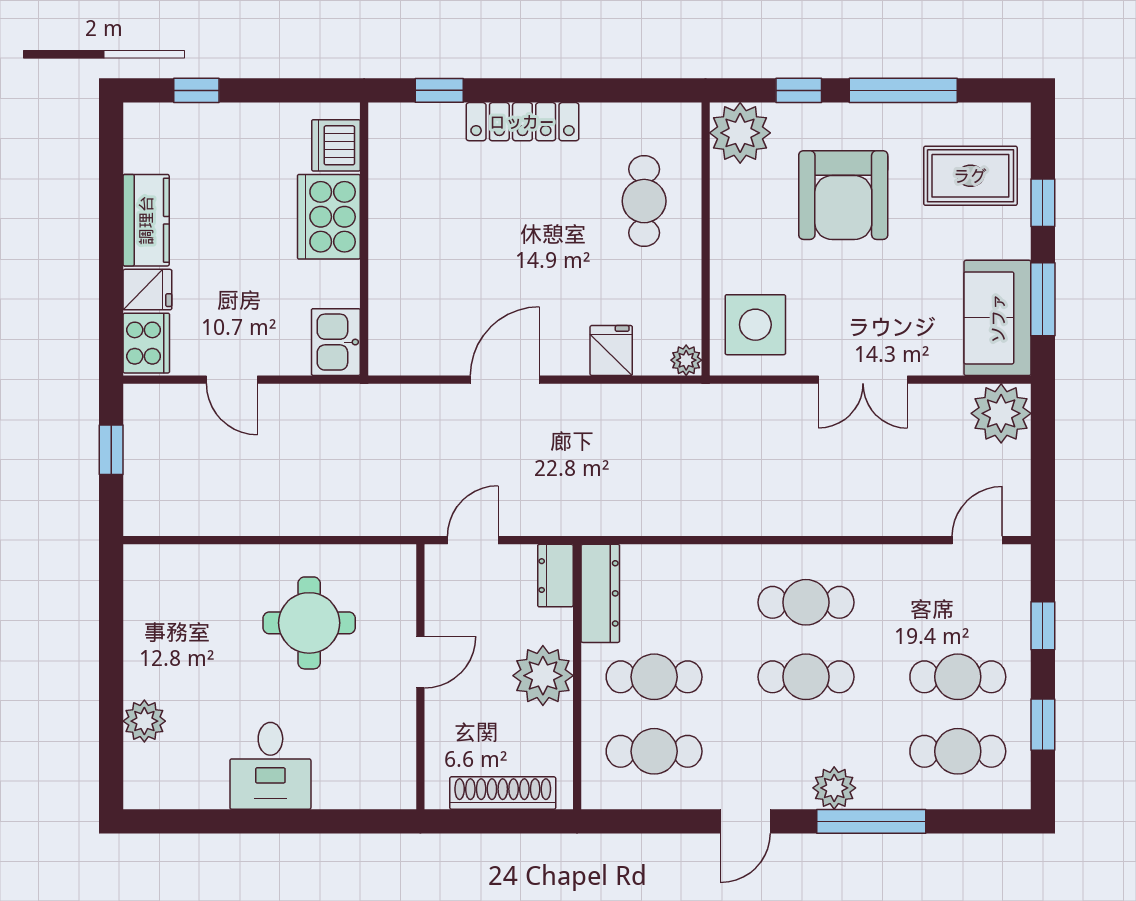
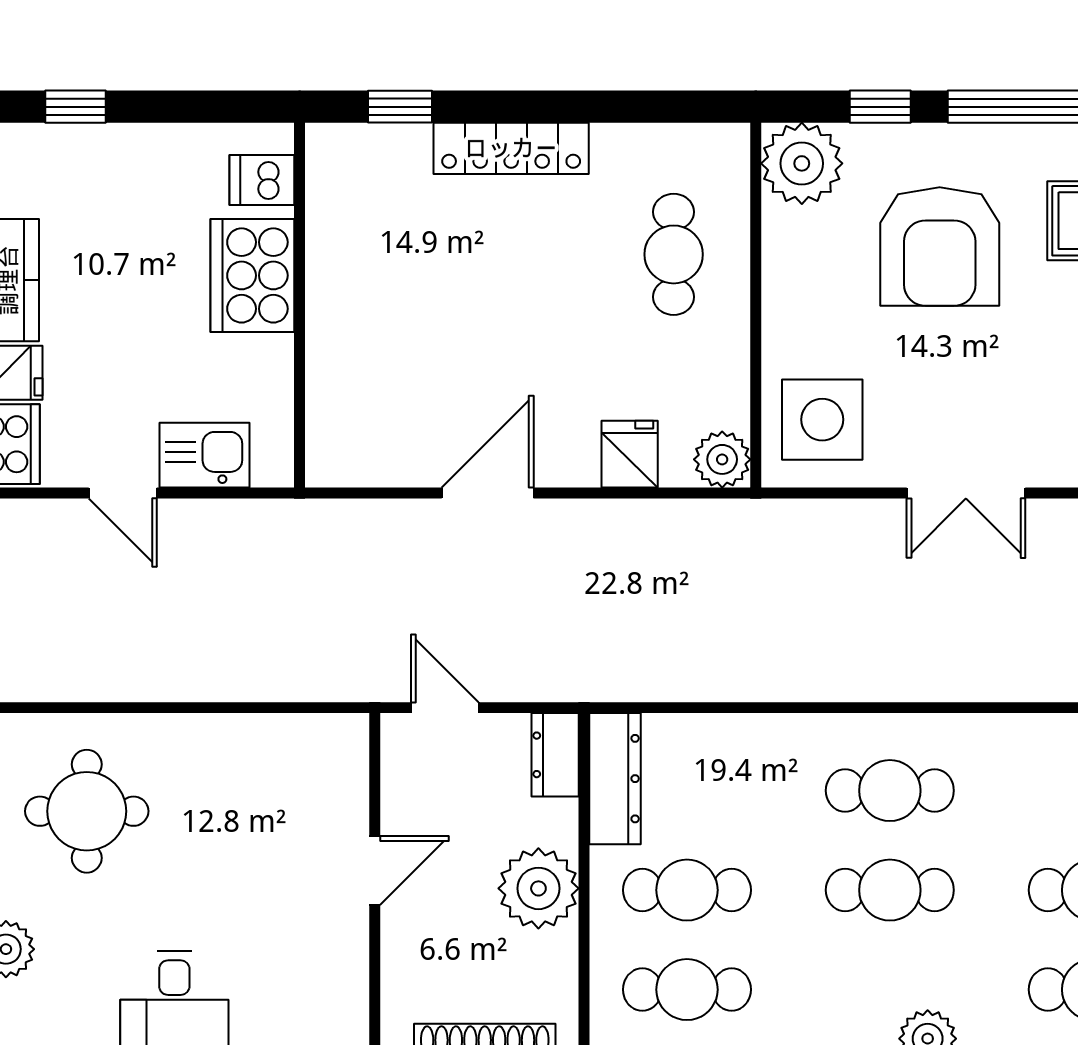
dishwasher: (336, 145) -> (262, 180), width x0.73
kitchen sink: (336, 342) -> (204, 455), moved, turned 90
plant: (686, 360) -> (722, 459), width x1.38, depth x1.38
door: (473, 540) -> (445, 708), hinge flipped
round table: (309, 623) -> (87, 811), moved

